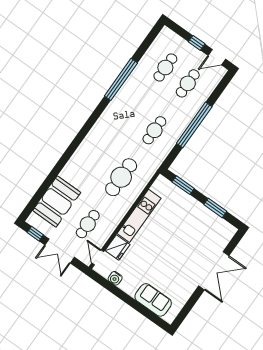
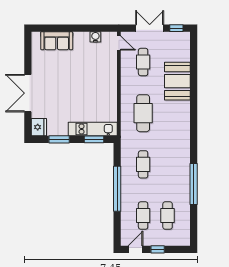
booth: (57, 201) -> (177, 81), moved
kitchen unit: (139, 216) -> (93, 129), moved, turned 90
fridge: (117, 247) -> (39, 127), moved, turned 180

